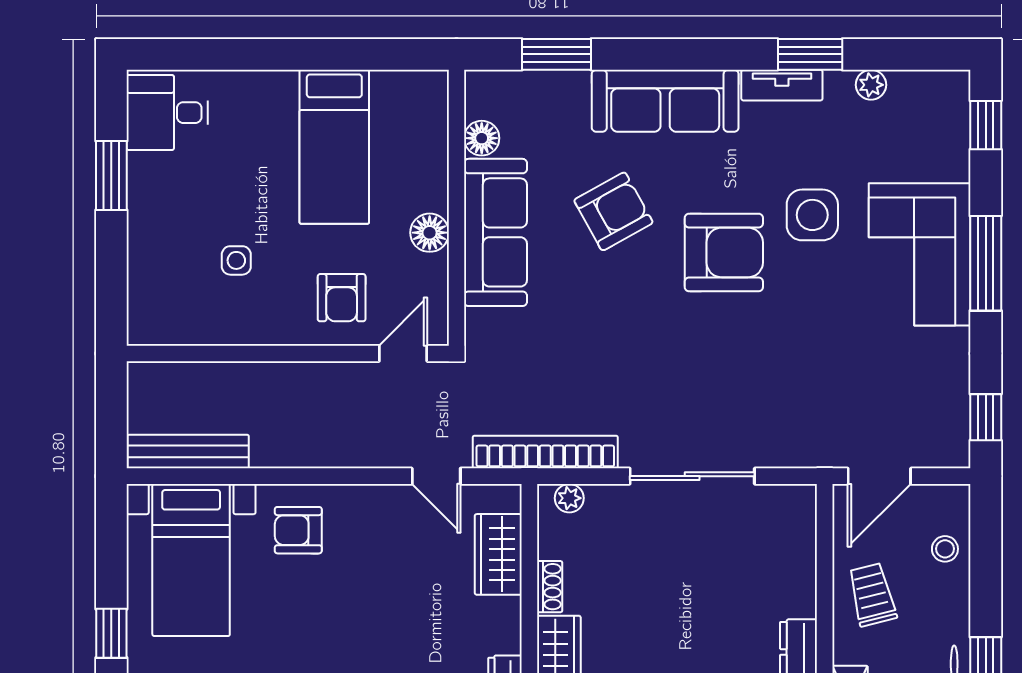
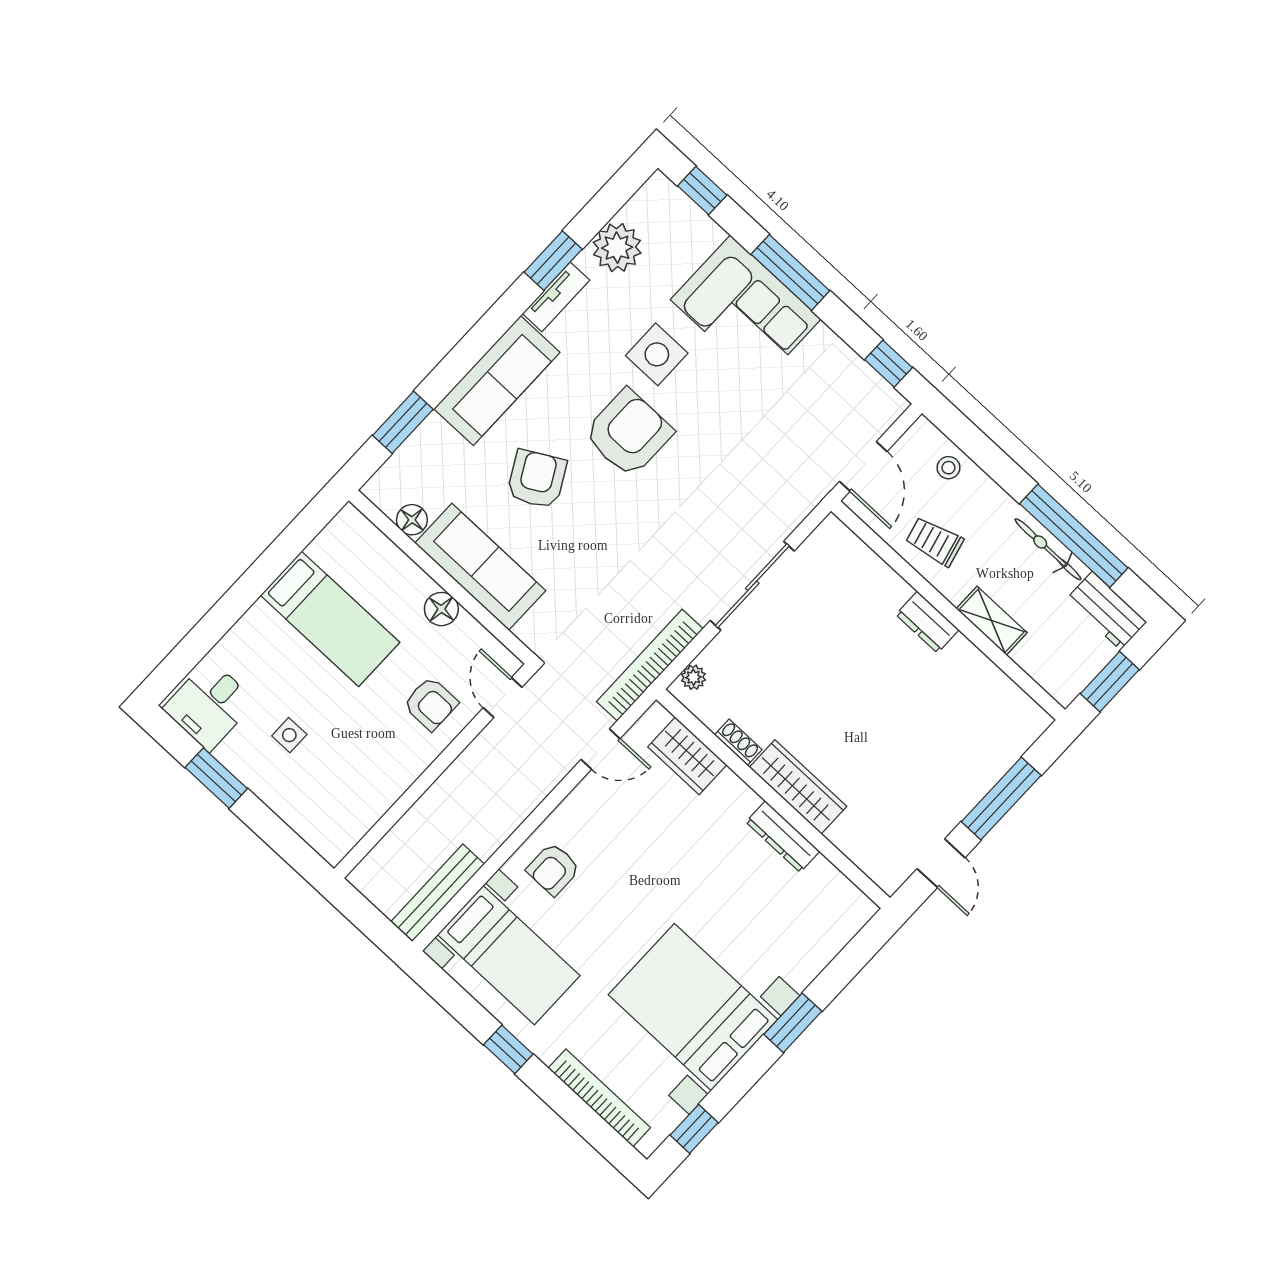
plant: (871, 85) -> (617, 248), width x1.88, depth x1.88
side table: (236, 260) -> (289, 735), moved

